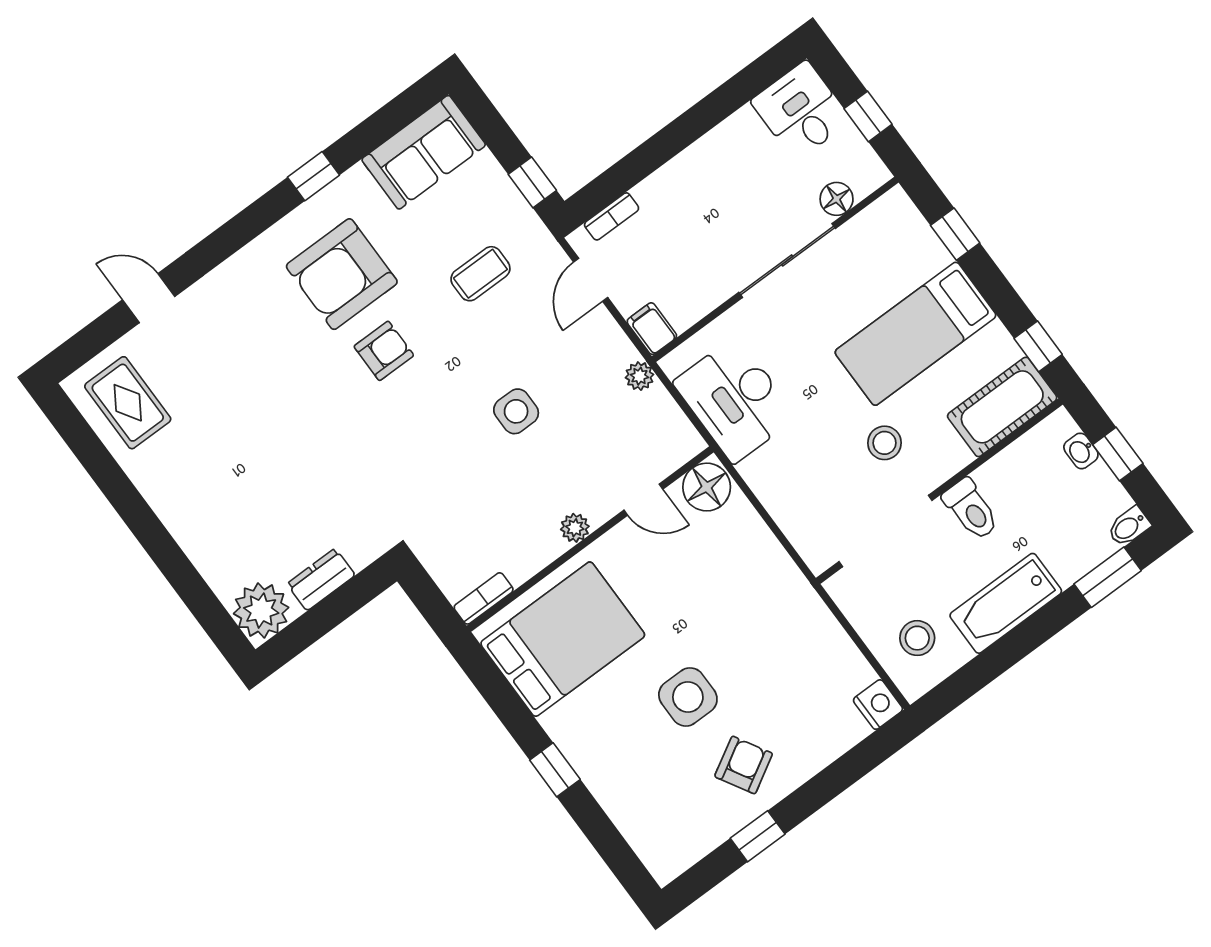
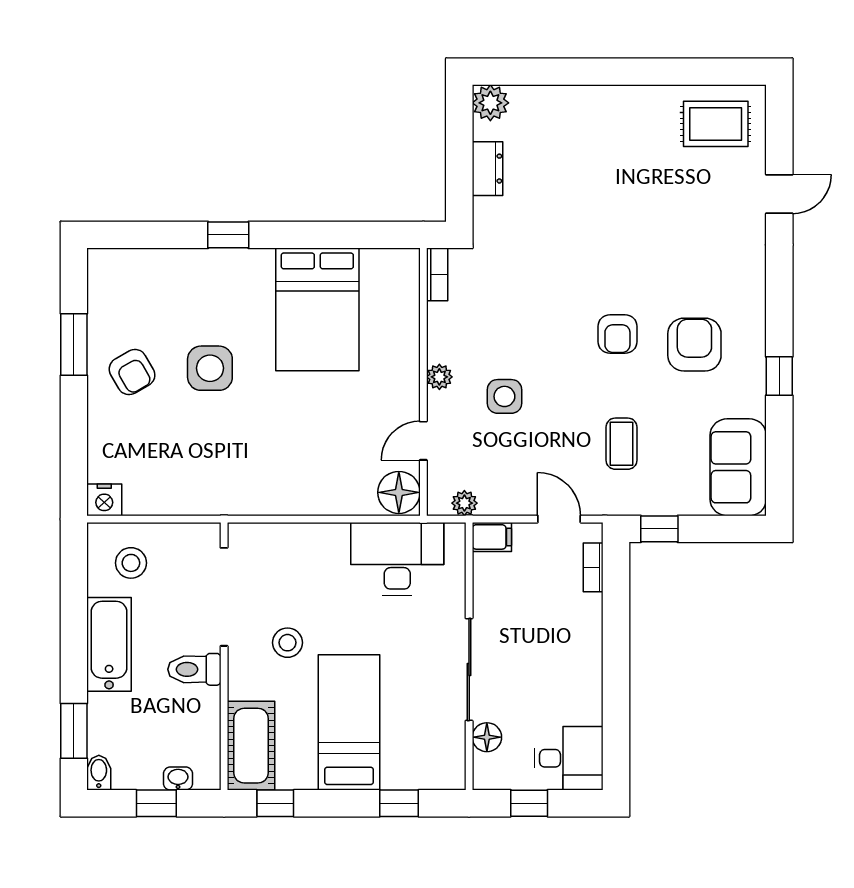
armchair: (342, 274) -> (694, 345), width x0.73, depth x0.73
floor lamp: (707, 487) -> (399, 492), moved
door: (643, 500) -> (423, 441), moved
plant: (575, 528) -> (439, 377), moved
wall: (590, 539) -> (423, 382), moved
bookcase: (484, 598) -> (437, 274), moved
plant: (261, 611) -> (490, 103), width x0.73, depth x0.73
window: (758, 836) -> (74, 344), width x1.50

